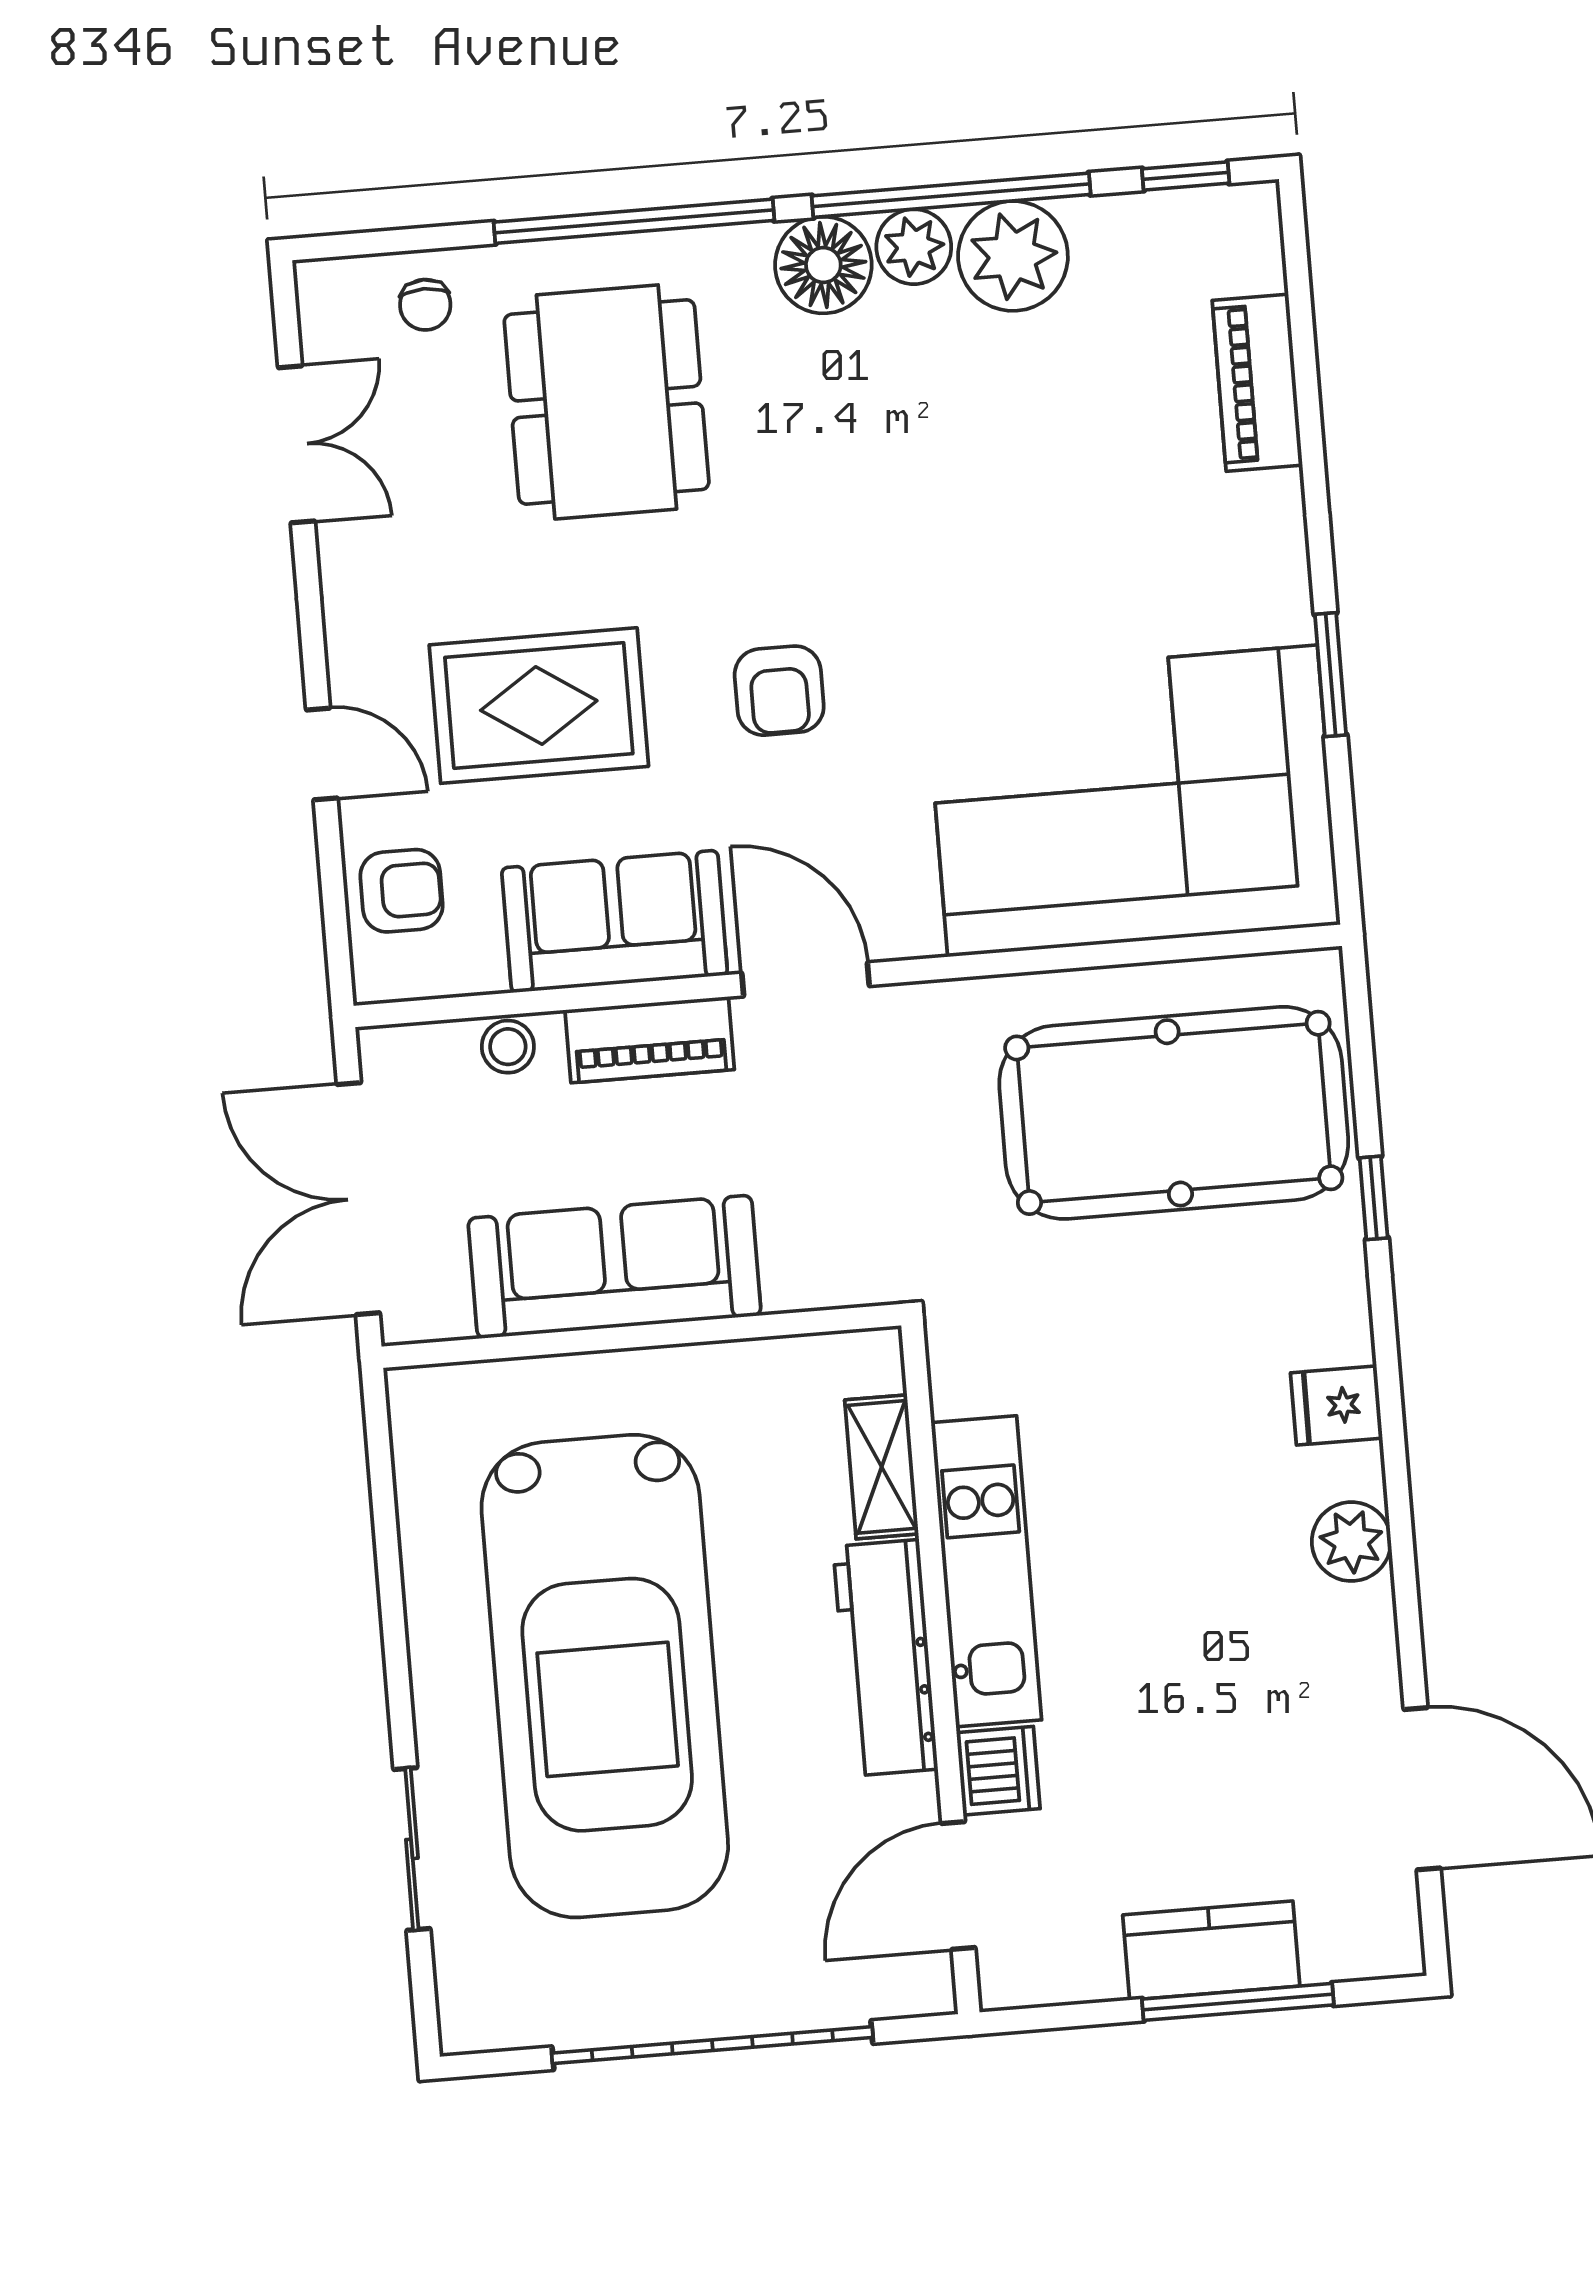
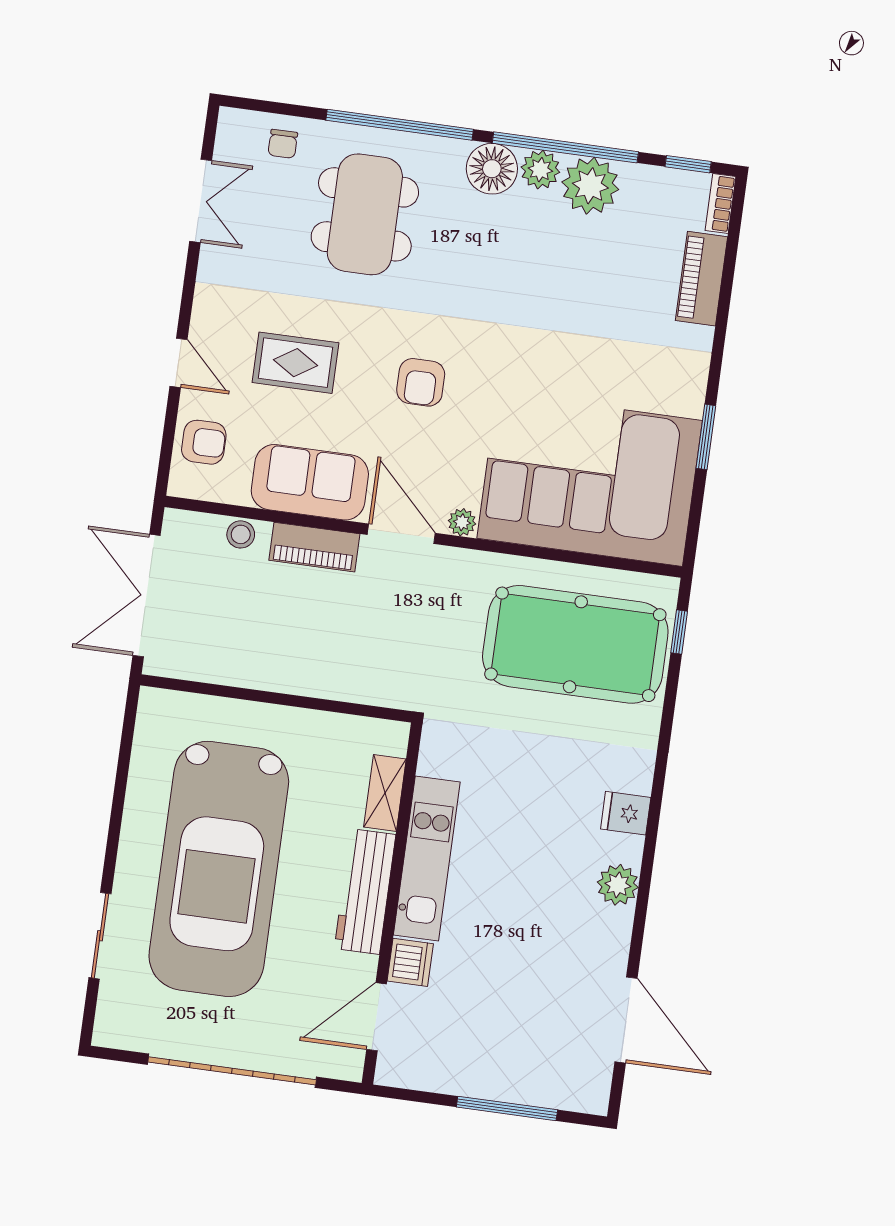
bookcase: (1262, 236) -> (720, 203), added
rug: (539, 706) -> (295, 363), width x0.73, depth x0.70
plant: (913, 933) -> (462, 522), added
window: (1374, 1198) -> (679, 632), moved
sofa: (615, 1267) -> (270, 660), removed
kitchen counter: (1211, 1951) -> (499, 1079), removed

